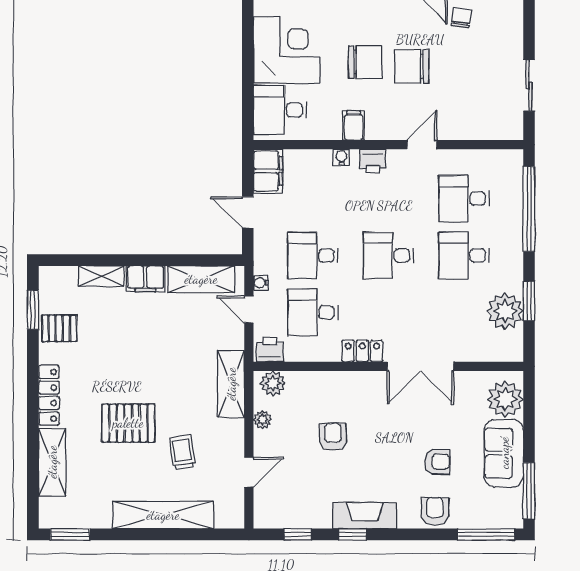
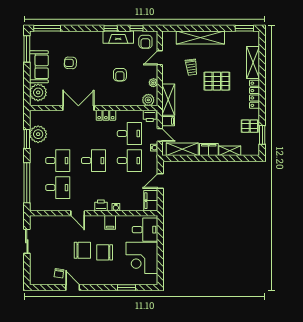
door: (422, 145) -> (78, 213), hinge flipped
door: (248, 212) -> (160, 181), swing flipped
filing cabinet: (231, 339) -> (168, 121), added
armchair: (435, 511) -> (145, 42), moved
fireplace: (365, 516) -> (118, 37), moved

